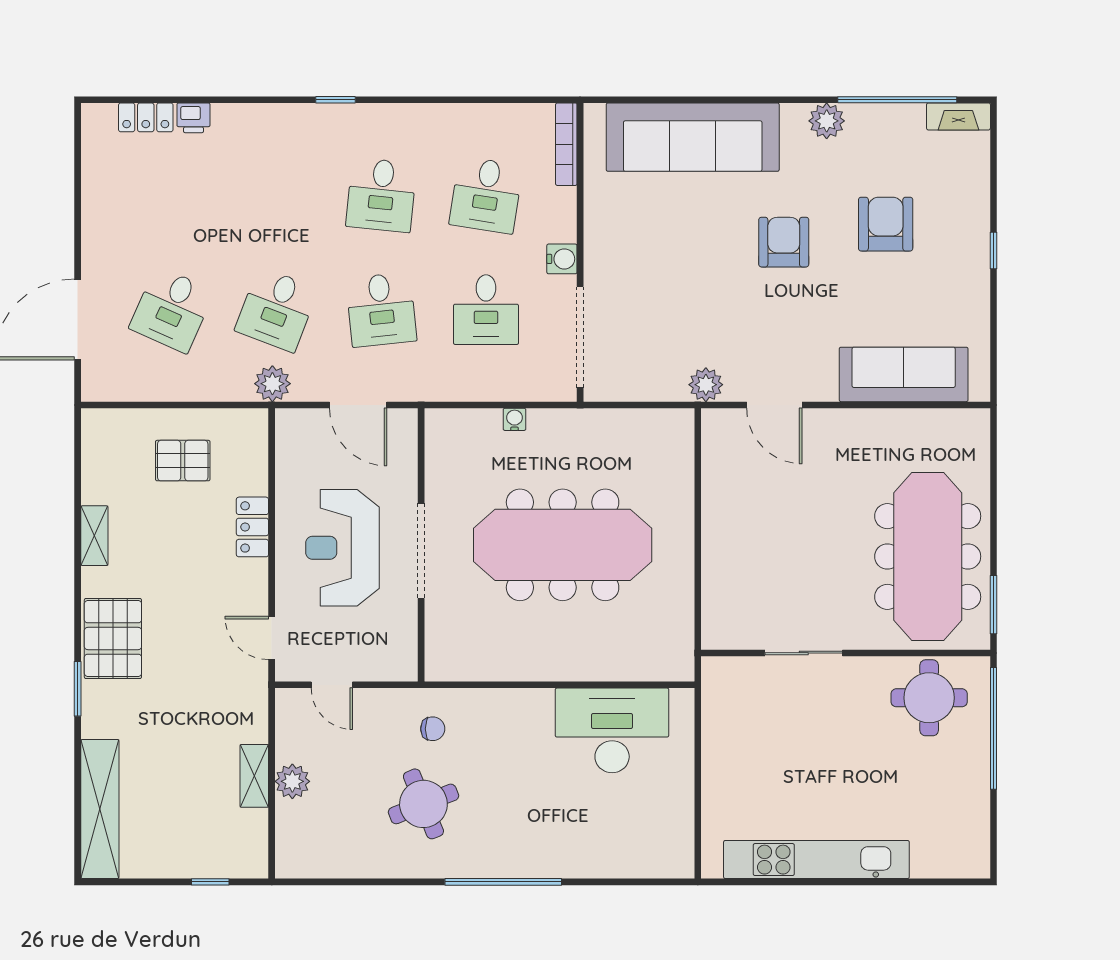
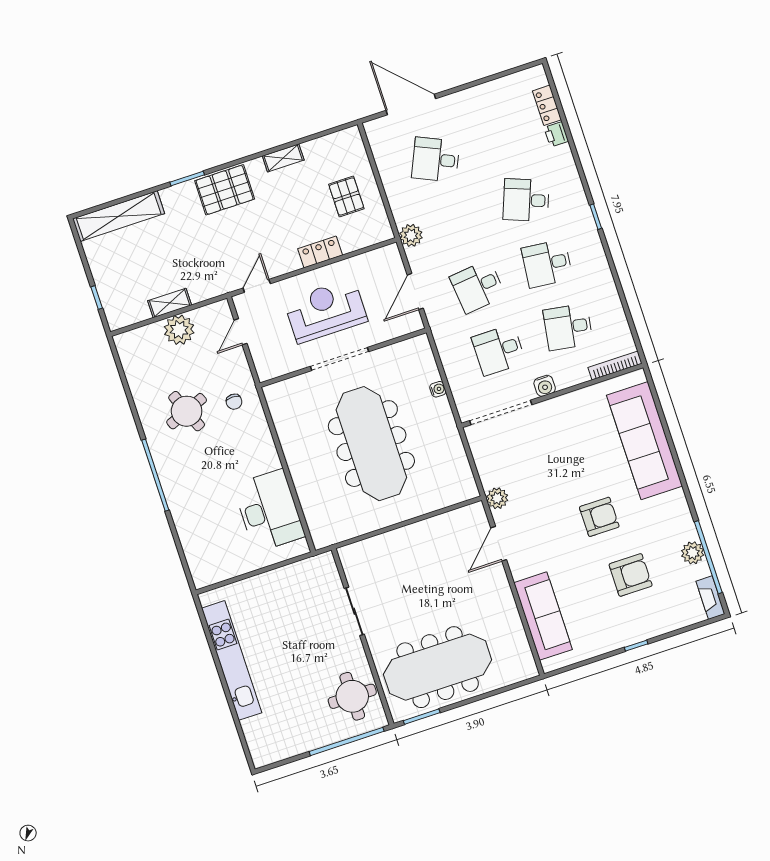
plant: (827, 121) -> (693, 553), moved
desk: (277, 310) -> (526, 200), moved
plant: (292, 781) -> (179, 330), width x1.36, depth x1.36

